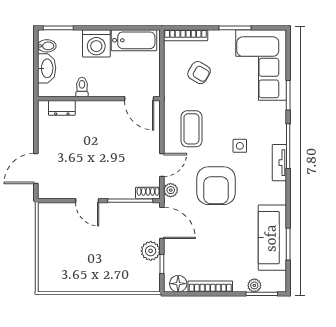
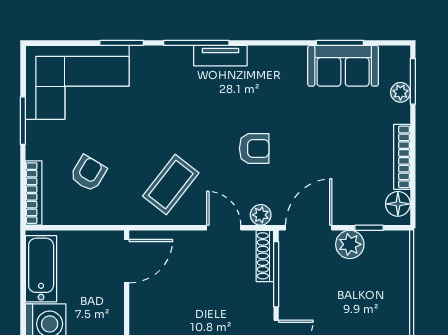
coffee table: (191, 129) -> (171, 184), turned -52
side table: (240, 146) -> (196, 114), removed
armchair: (216, 186) -> (254, 148), width x0.53, depth x0.53
shoe rack: (148, 193) -> (265, 256), width x1.43
sofa: (272, 238) -> (343, 66), width x0.73

